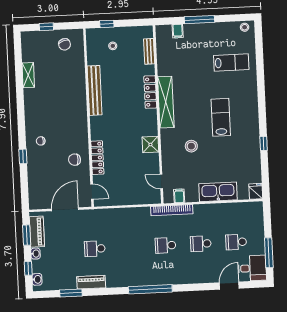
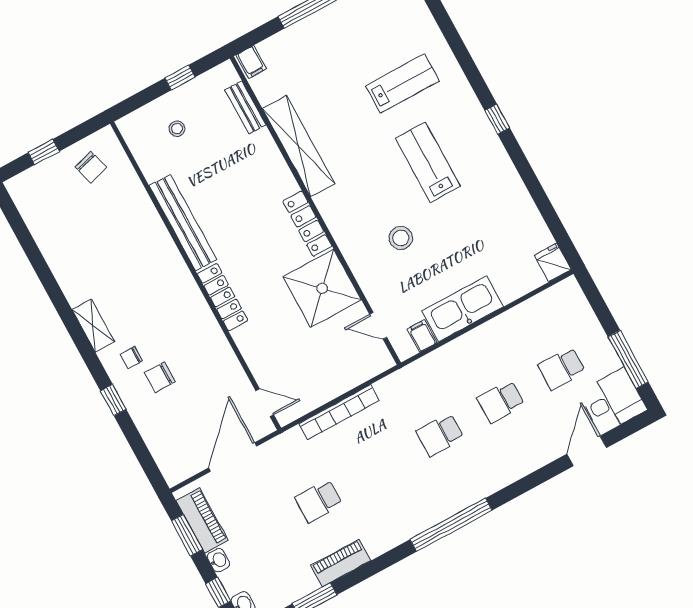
window: (107, 24) -> (180, 78), moved
filing cabinet: (178, 31) -> (251, 62), moved
lab bench: (231, 63) -> (402, 83), moved
shelving: (28, 75) -> (93, 326), moved
locker: (150, 92) -> (307, 224), moved
shelving: (166, 102) -> (298, 146), moved
window: (264, 143) -> (497, 119), moved
shower: (150, 145) -> (322, 288), width x1.86, depth x1.86
locker: (97, 158) -> (223, 297), moved
chair: (75, 160) -> (160, 377), moved
kitchen sink: (218, 192) -> (463, 309), moved
bookcase: (172, 210) -> (339, 412), moved

